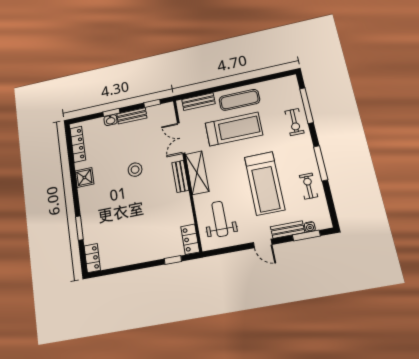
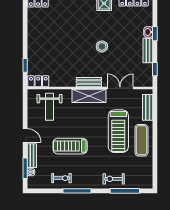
treadmill: (265, 183) -> (70, 146), width x0.73, depth x0.73
weight bench: (220, 219) -> (50, 107), turned 90
door: (263, 244) -> (25, 135), swing flipped

